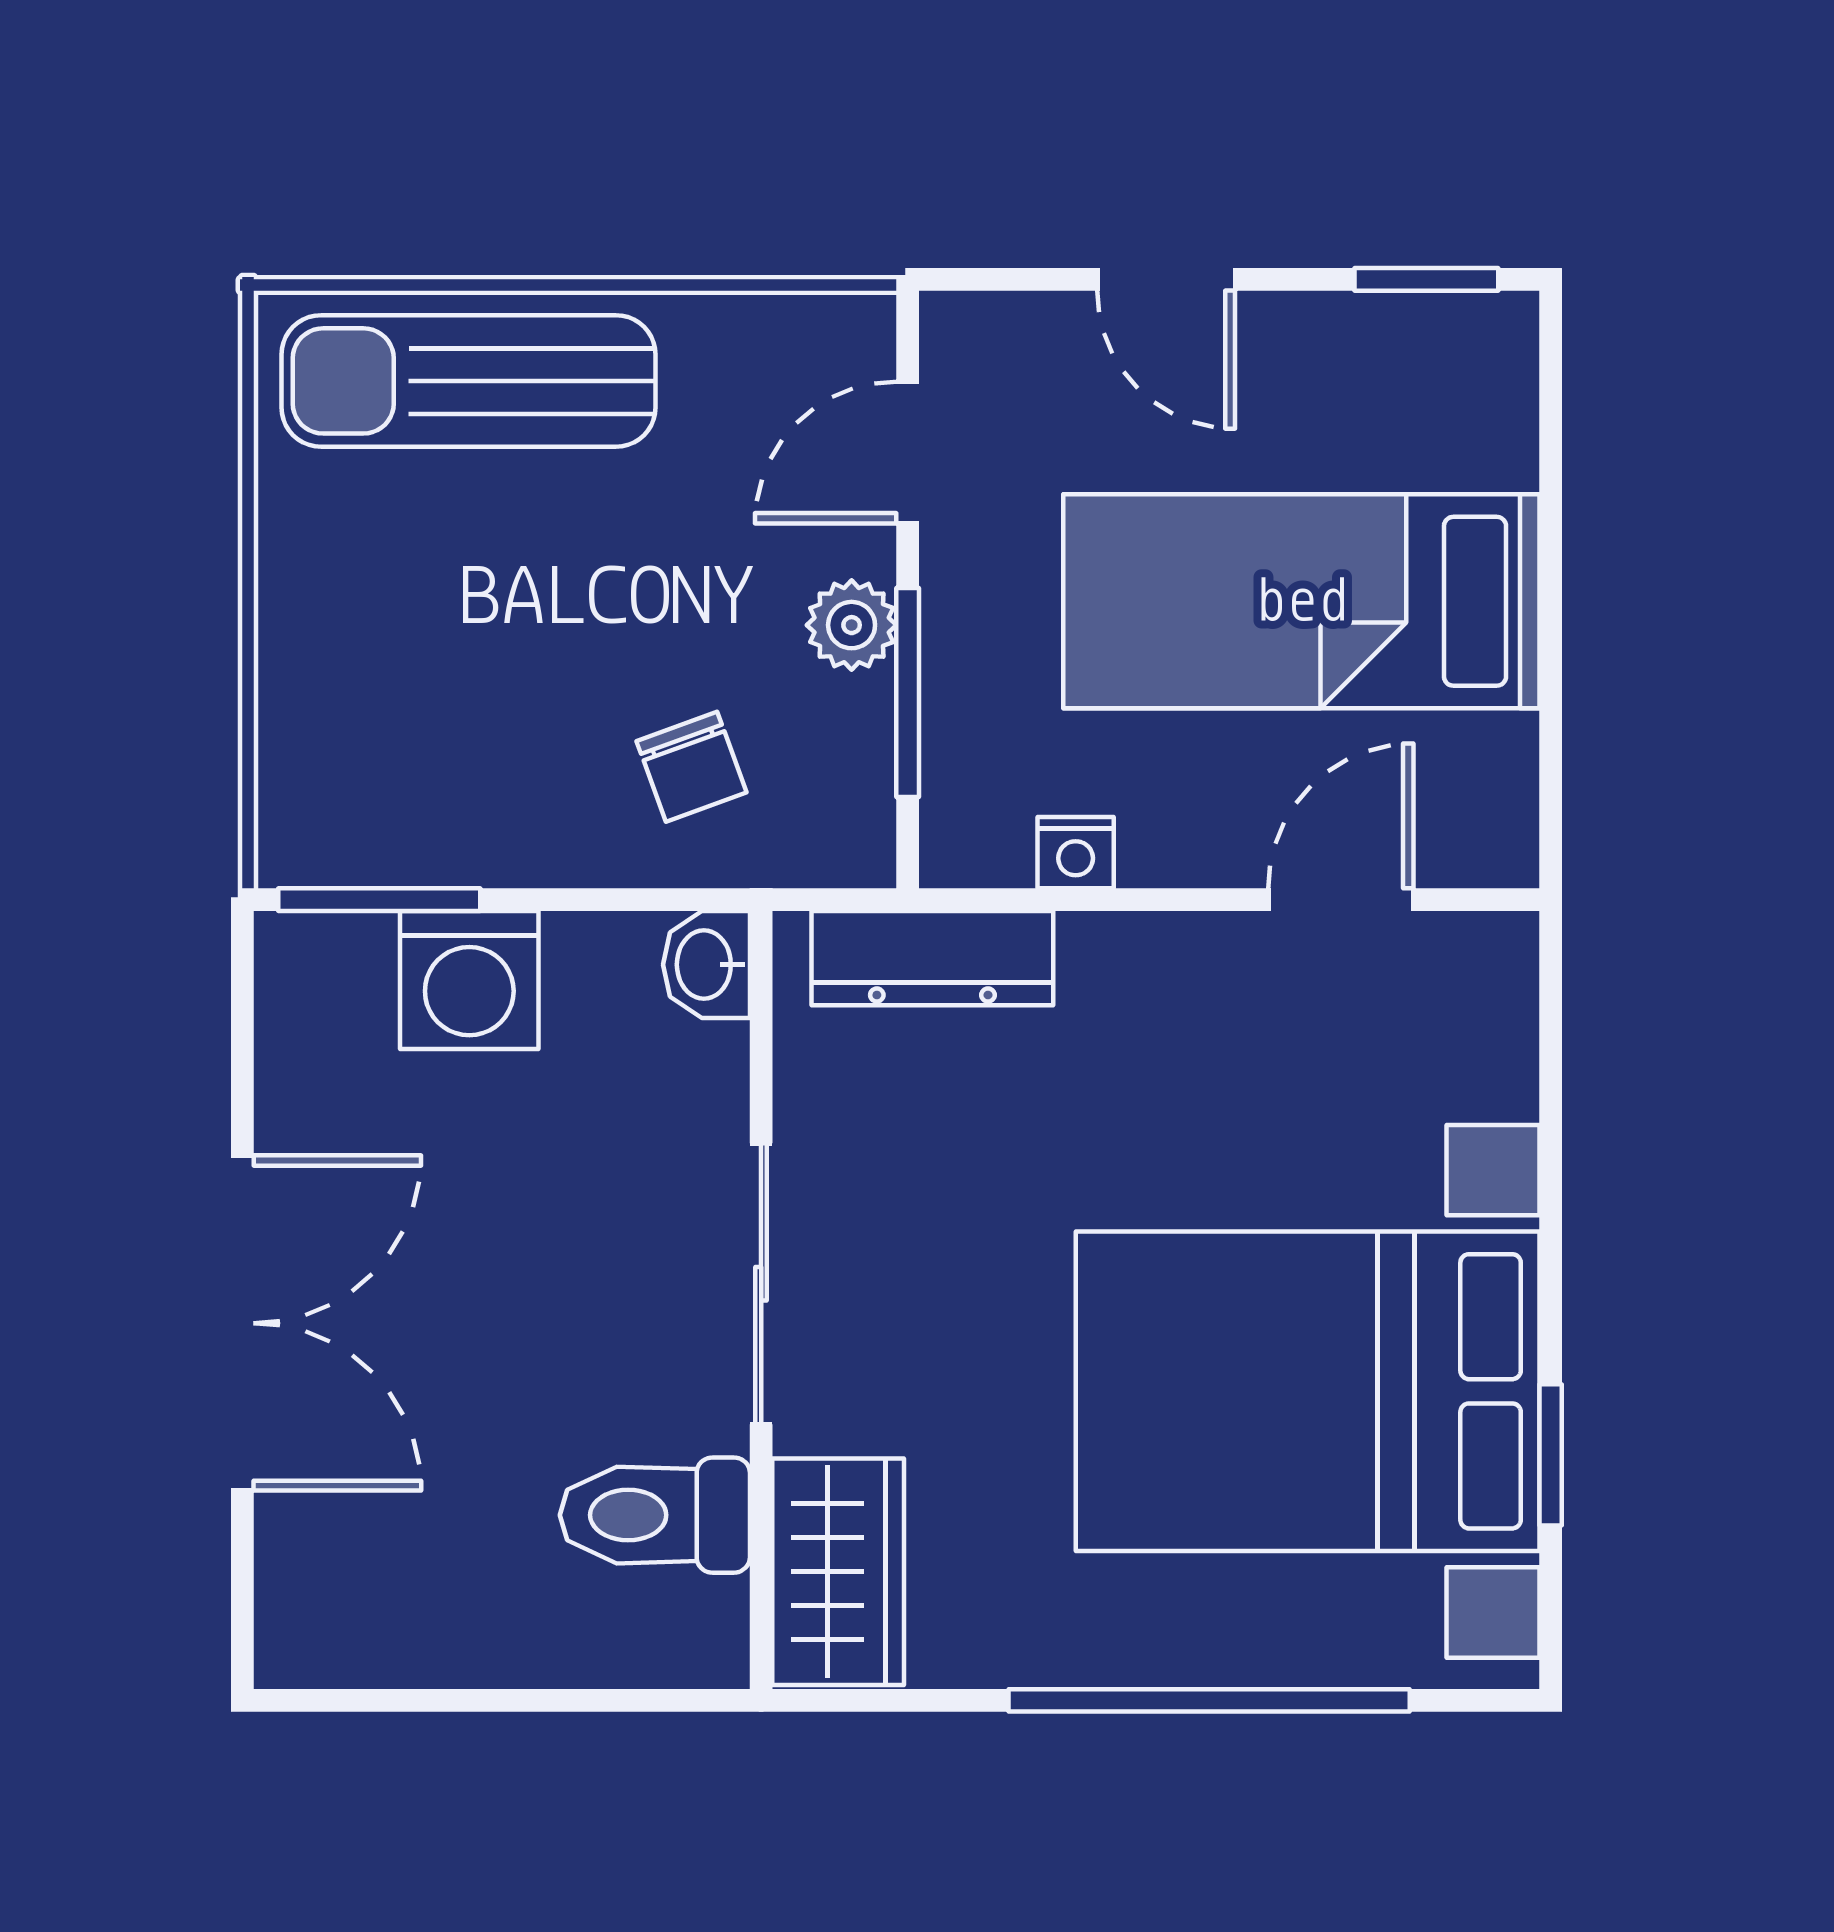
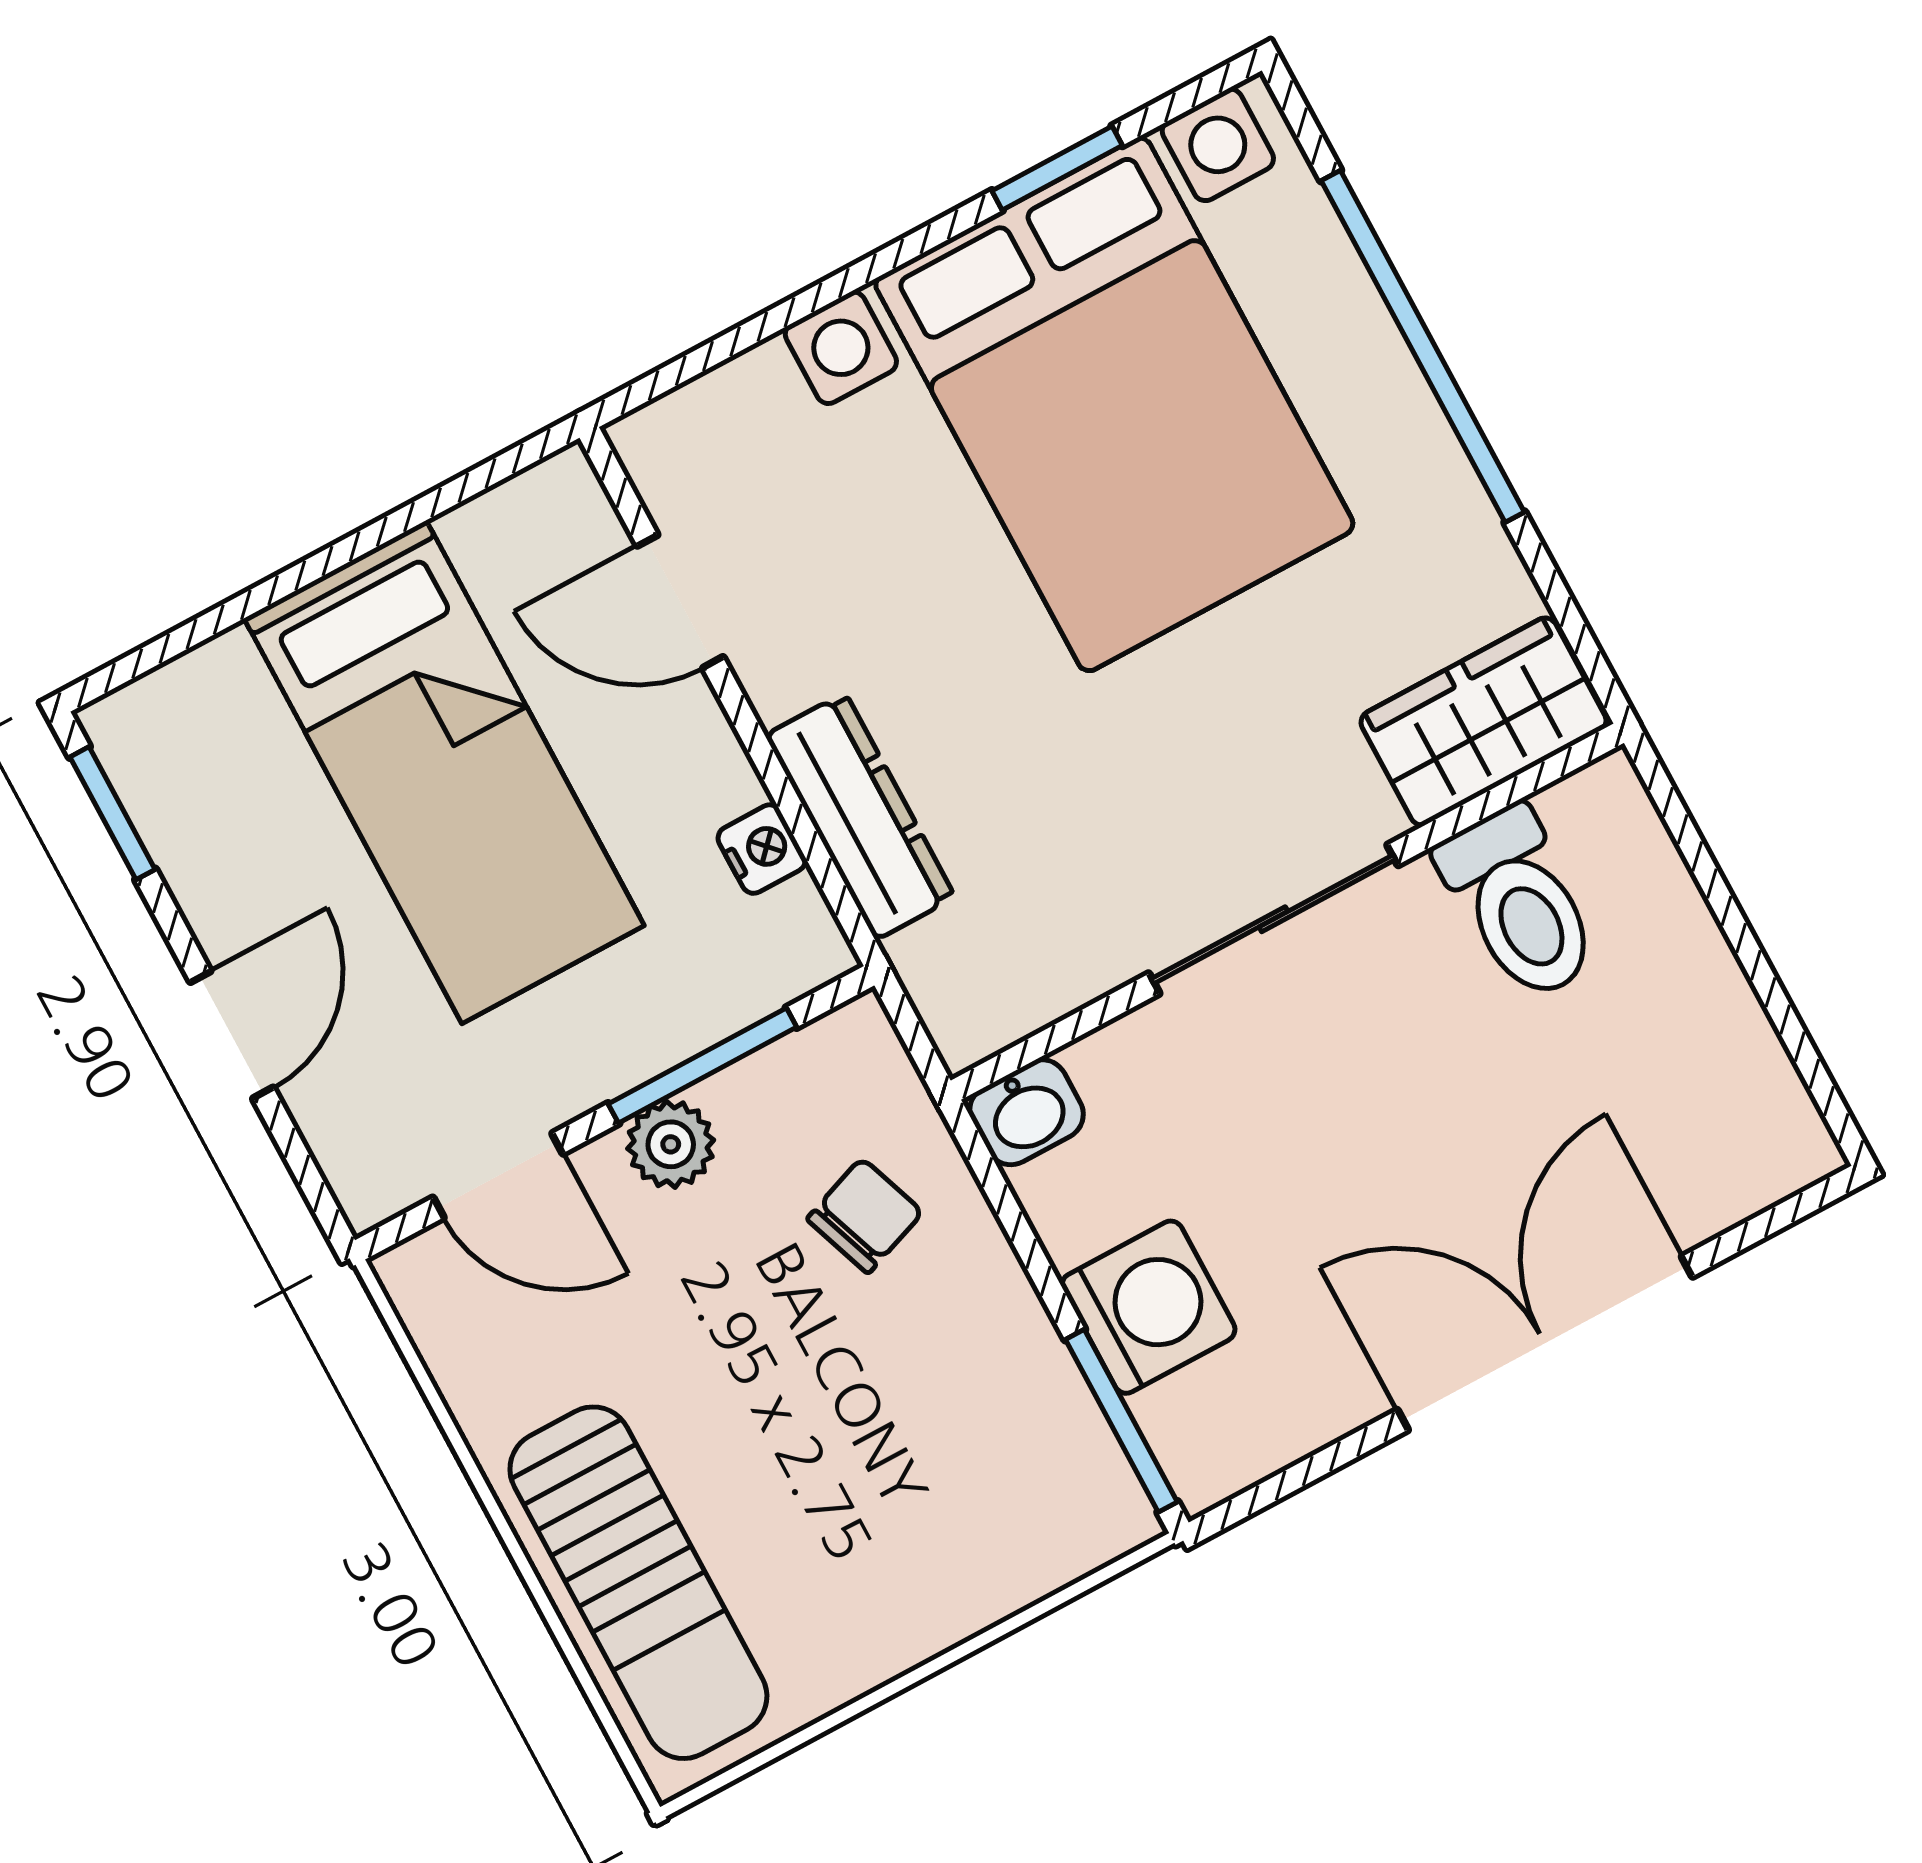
dresser: (932, 958) -> (860, 816), moved

